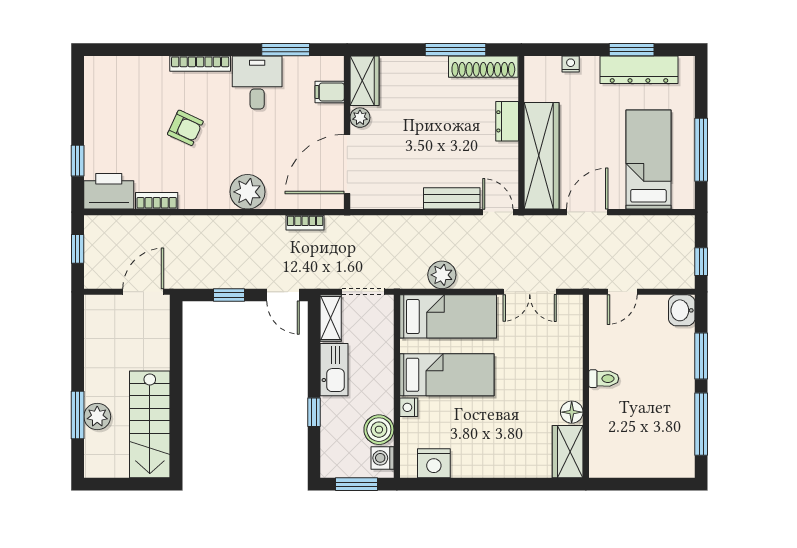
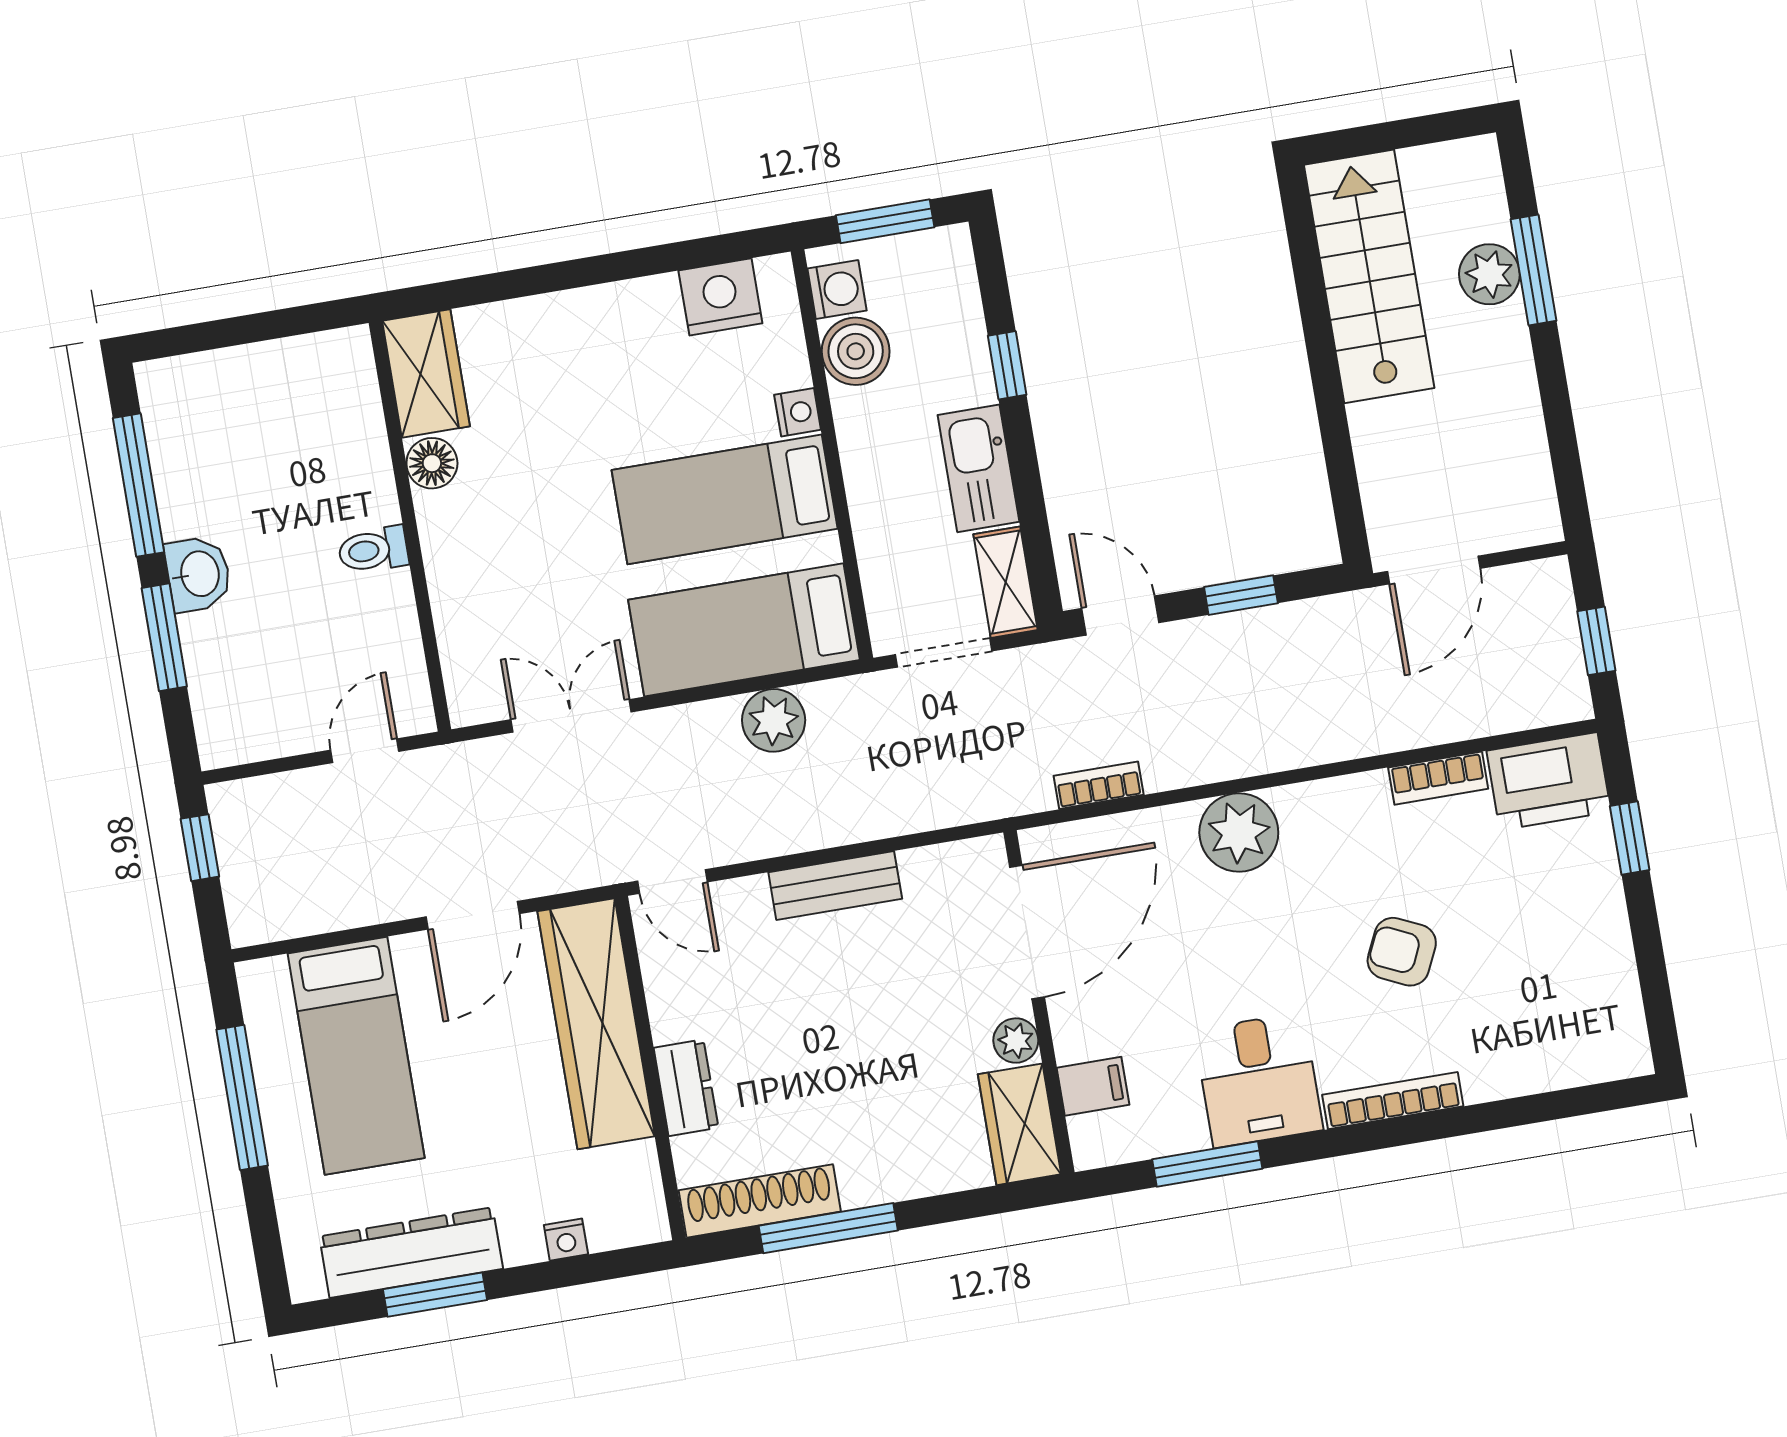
bench: (452, 198) -> (835, 886), moved
washbasin: (682, 310) -> (198, 574), moved

